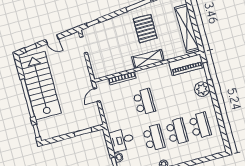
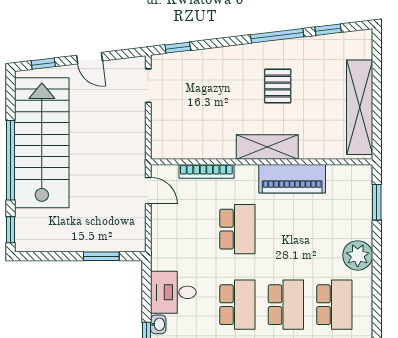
pallet: (145, 29) -> (278, 86), width x0.67, depth x0.71
piano: (186, 65) -> (292, 179), moved
plant: (202, 89) -> (358, 255), moved
door: (97, 95) -> (148, 191), swing flipped

